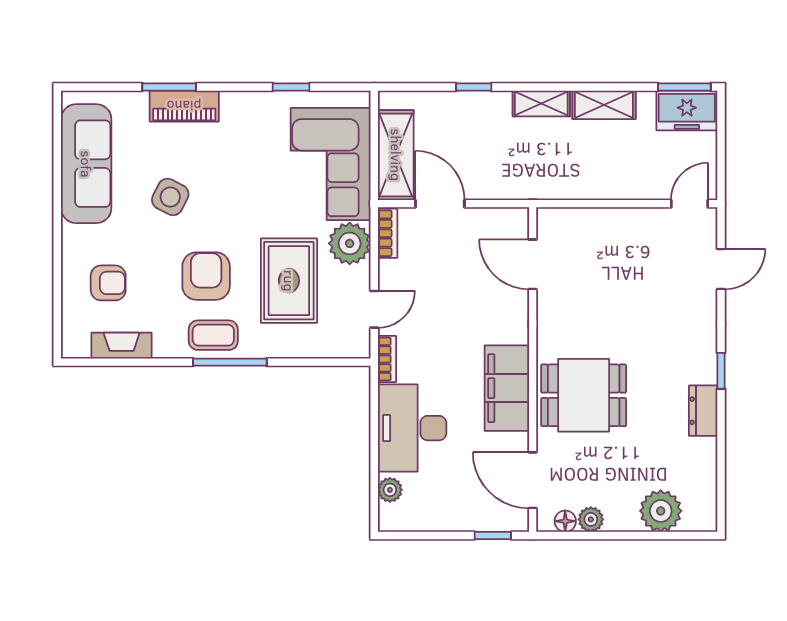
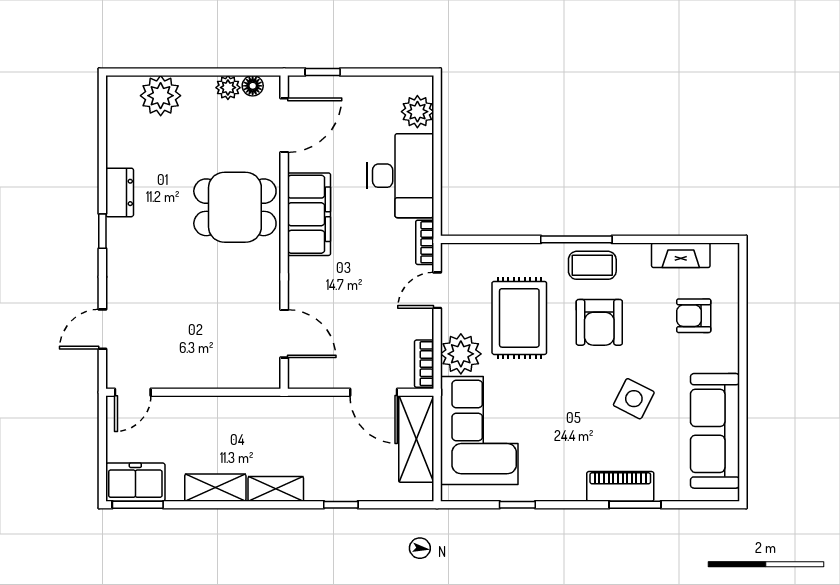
door: (533, 480) -> (284, 125), hinge flipped
plant: (390, 490) -> (417, 112), width x1.38, depth x1.38

